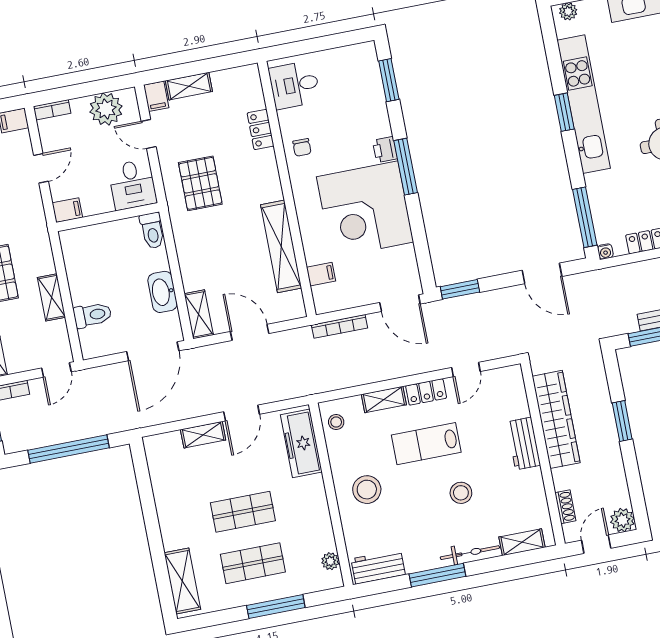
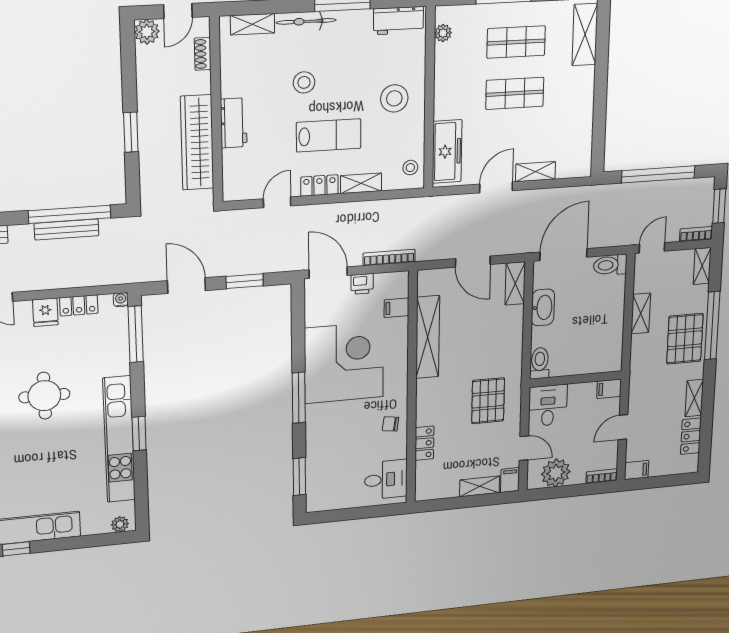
chair: (302, 147) -> (391, 424), turned -82
printer: (385, 150) -> (362, 284), moved, turned 90
window: (460, 289) -> (245, 281), moved
toilet: (92, 315) -> (610, 265), moved

